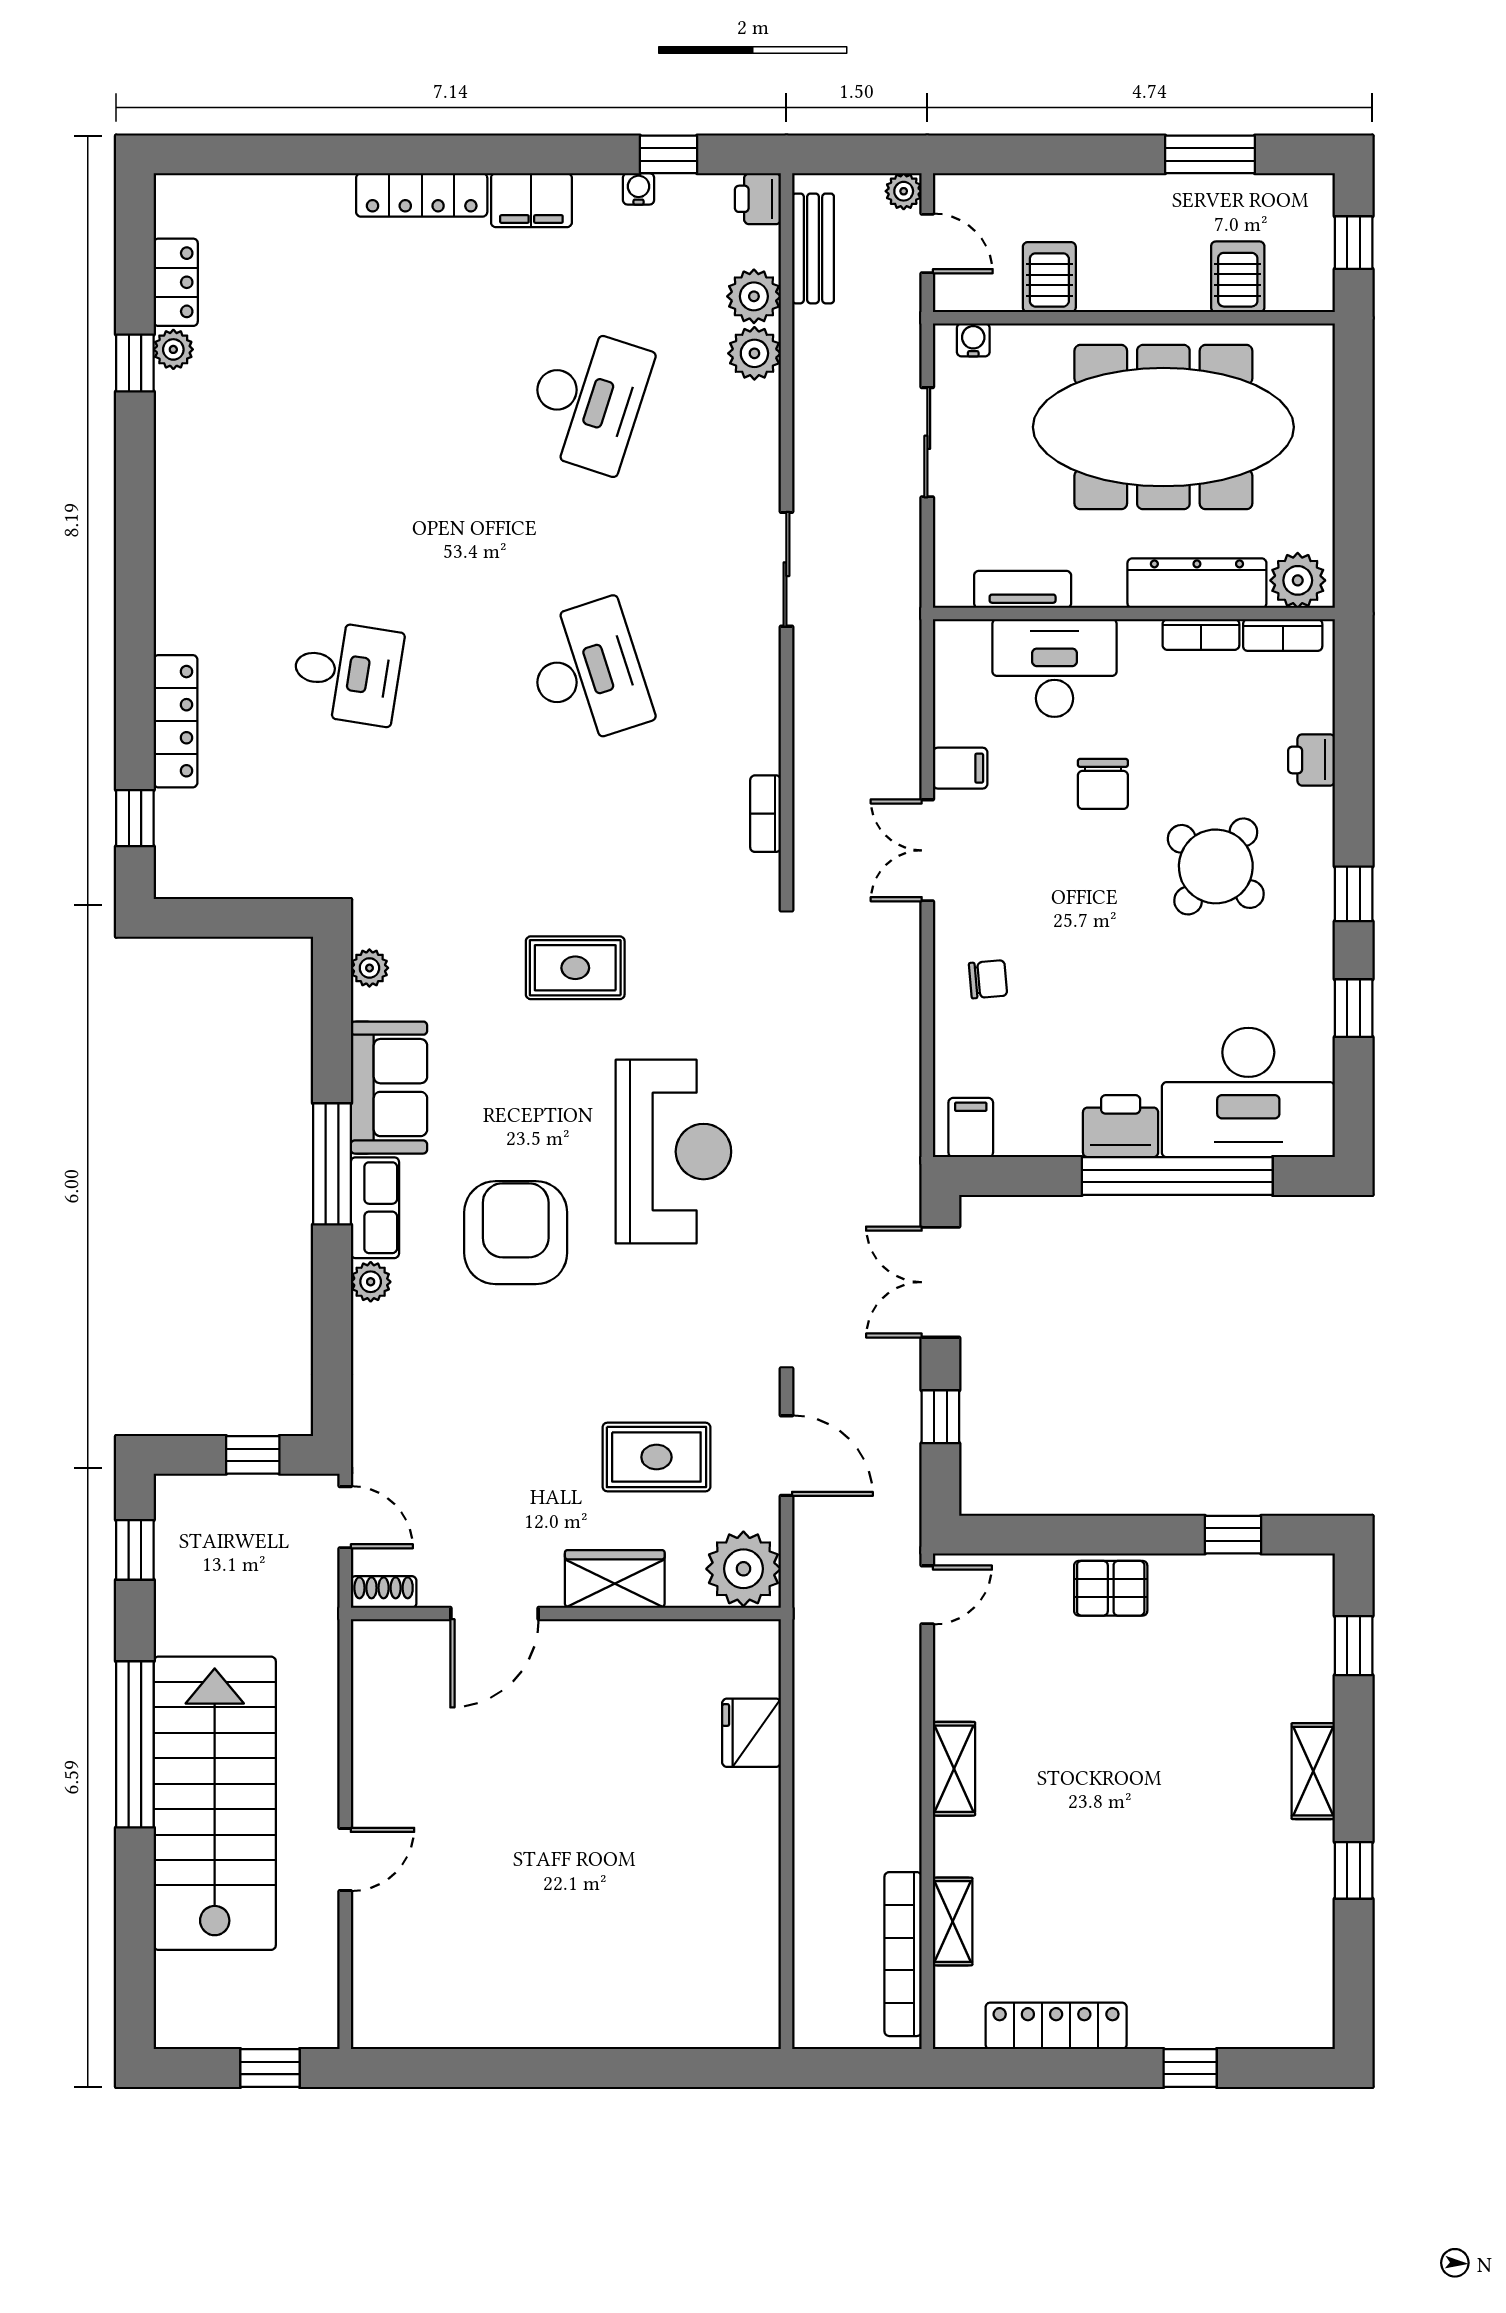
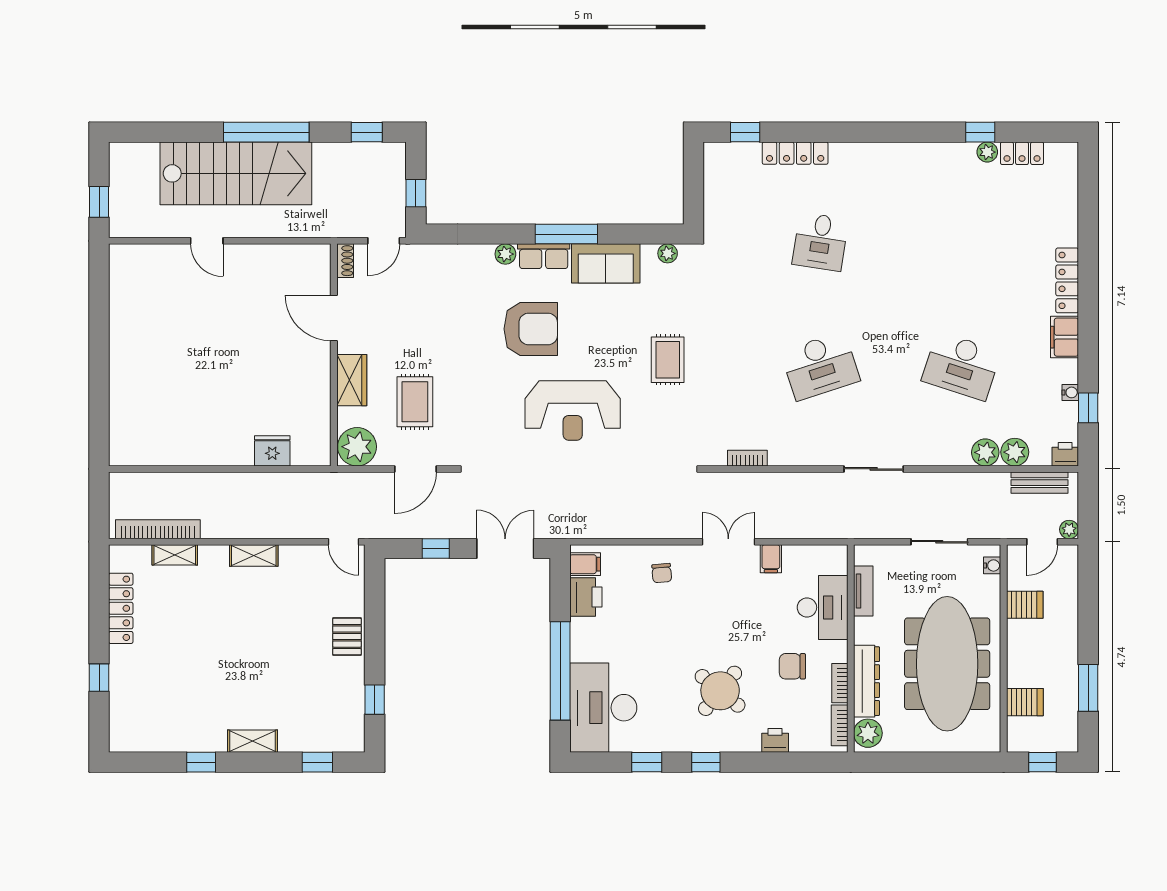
chair: (1103, 784) -> (792, 666), moved
printer: (1121, 1126) -> (586, 597), moved

